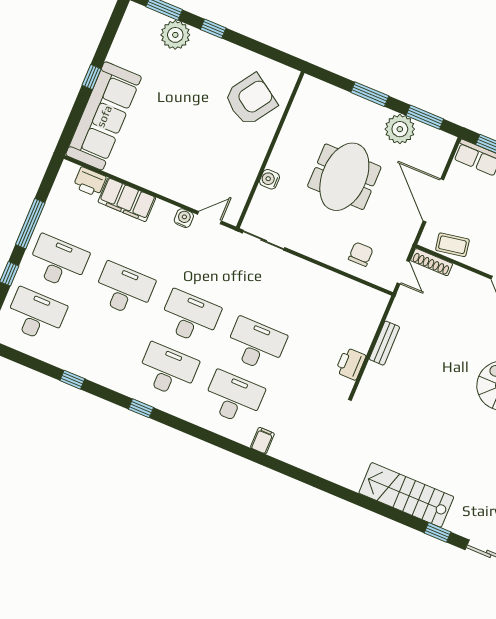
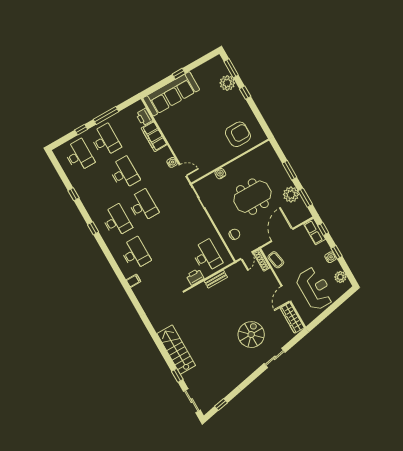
armchair: (251, 100) -> (238, 134), turned -34
desk: (256, 345) -> (207, 256), moved

